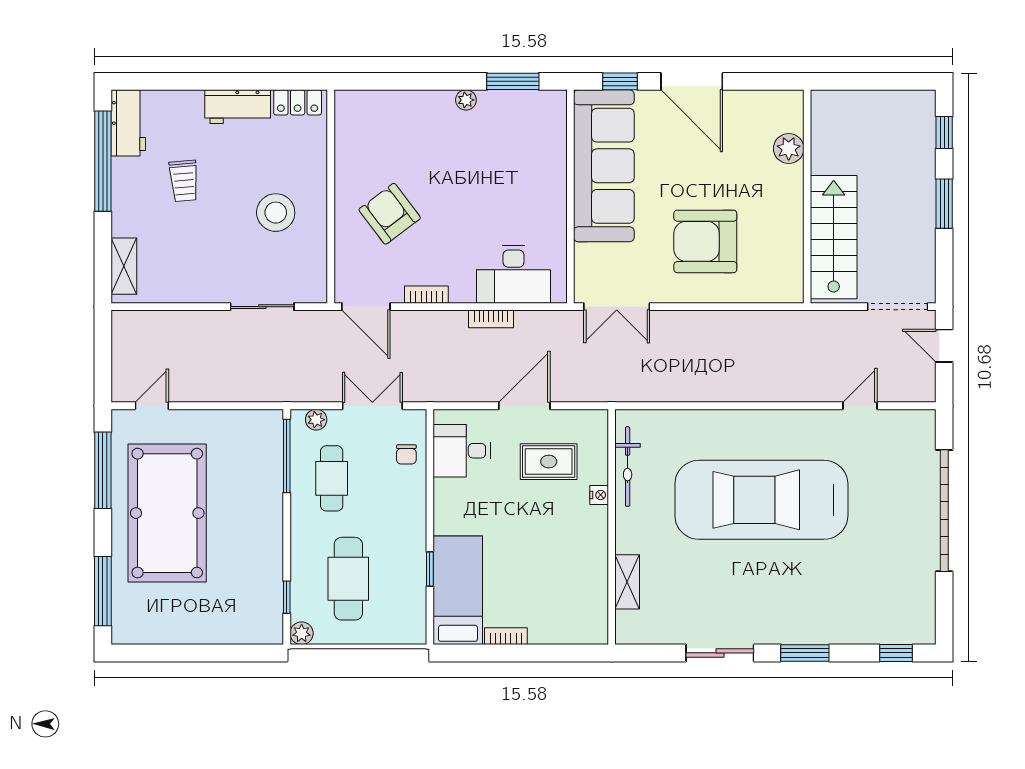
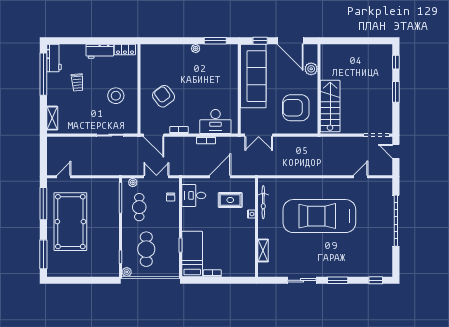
plant: (789, 148) -> (311, 69), moved
wall: (807, 197) -> (319, 89), moved
stairs: (834, 237) -> (330, 106), moved

